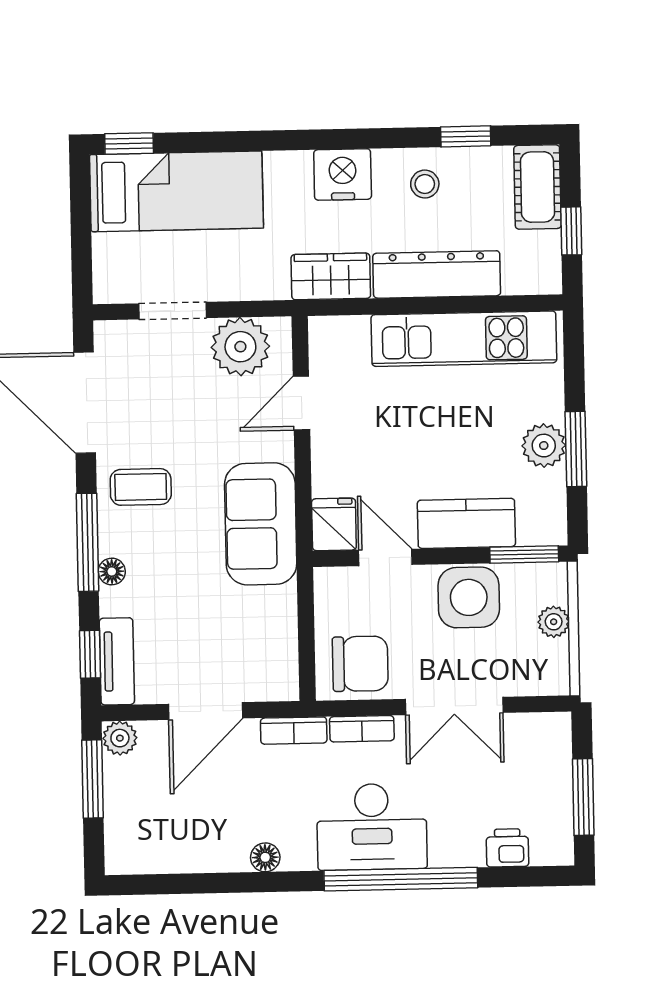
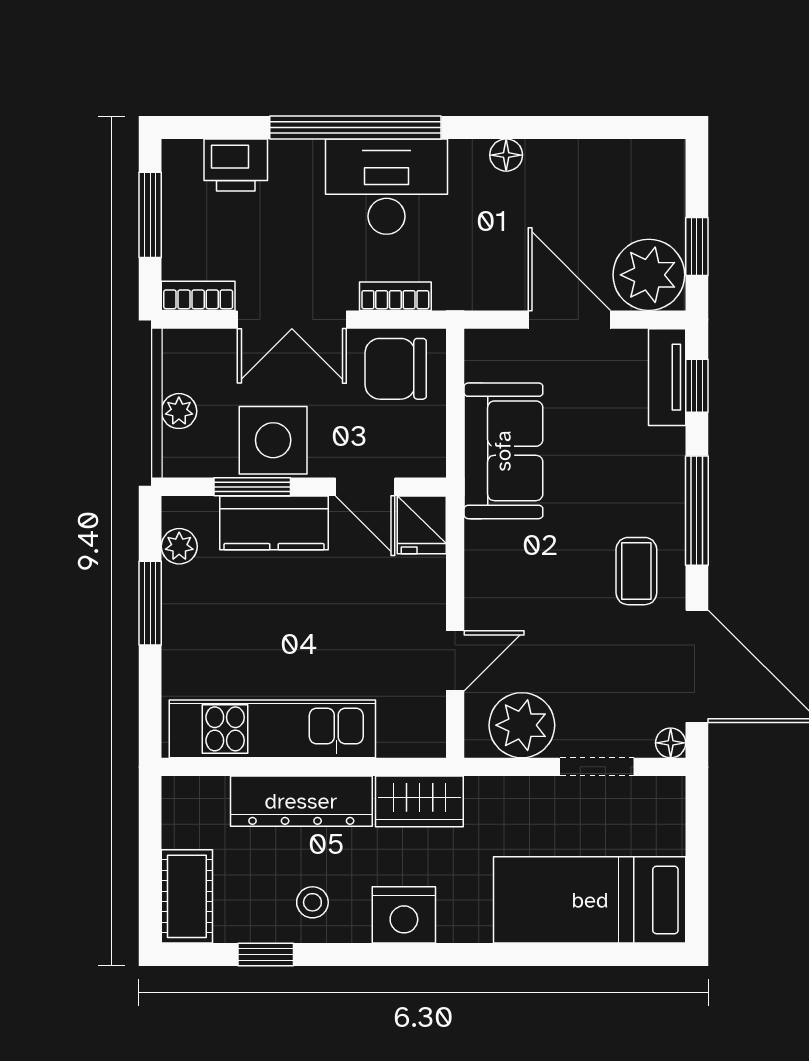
window: (129, 143) -> (641, 954), removed
window: (571, 231) -> (150, 847), removed
plant: (544, 446) -> (179, 546), moved, width x0.73, depth x0.73
coffee table: (141, 487) -> (636, 571), turned 90
sofa: (261, 524) -> (503, 451), moved
window: (524, 555) -> (252, 487), moved
floor lamp: (112, 571) -> (671, 743), moved
double door: (454, 706) -> (292, 320), swing flipped
door: (206, 711) -> (569, 320), hinge flipped
bookcase: (294, 731) -> (198, 296), moved
plant: (120, 738) -> (649, 275), width x1.87, depth x1.87
window: (93, 779) -> (697, 247), width x0.67
printer: (507, 848) -> (236, 165), width x1.36, depth x1.24

